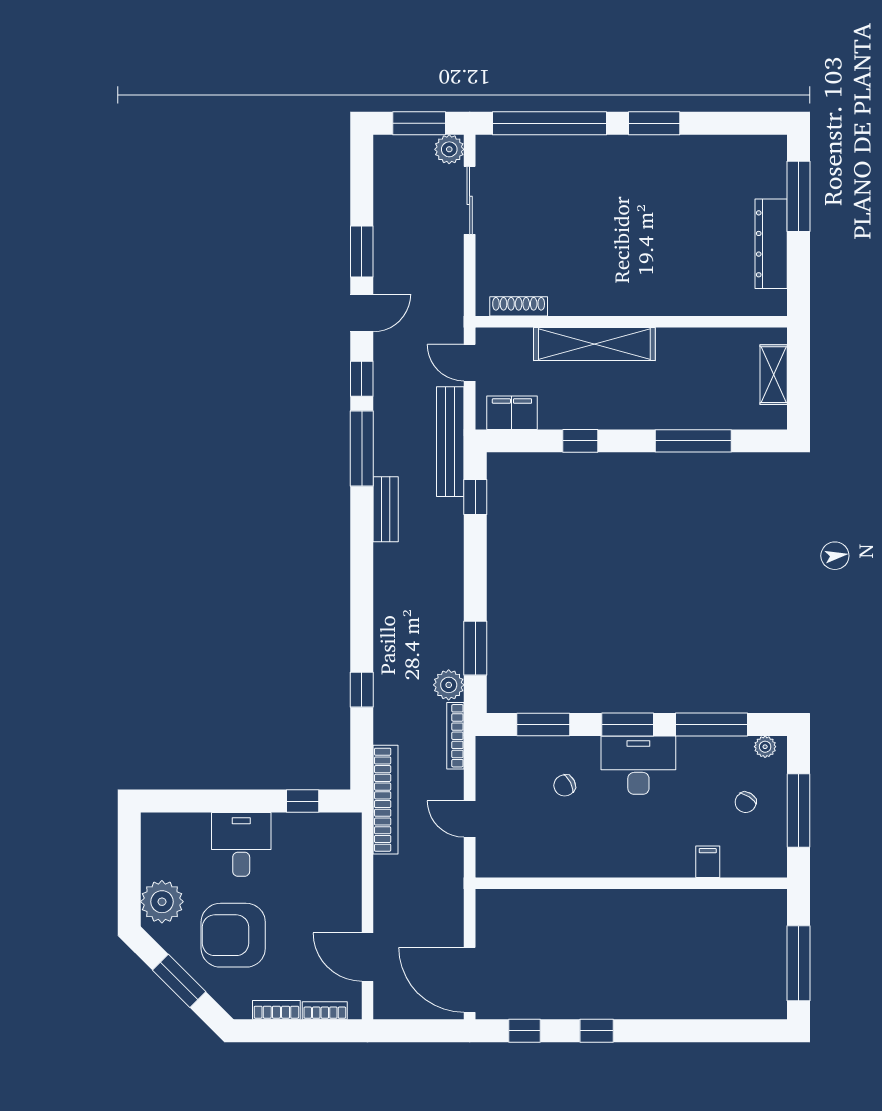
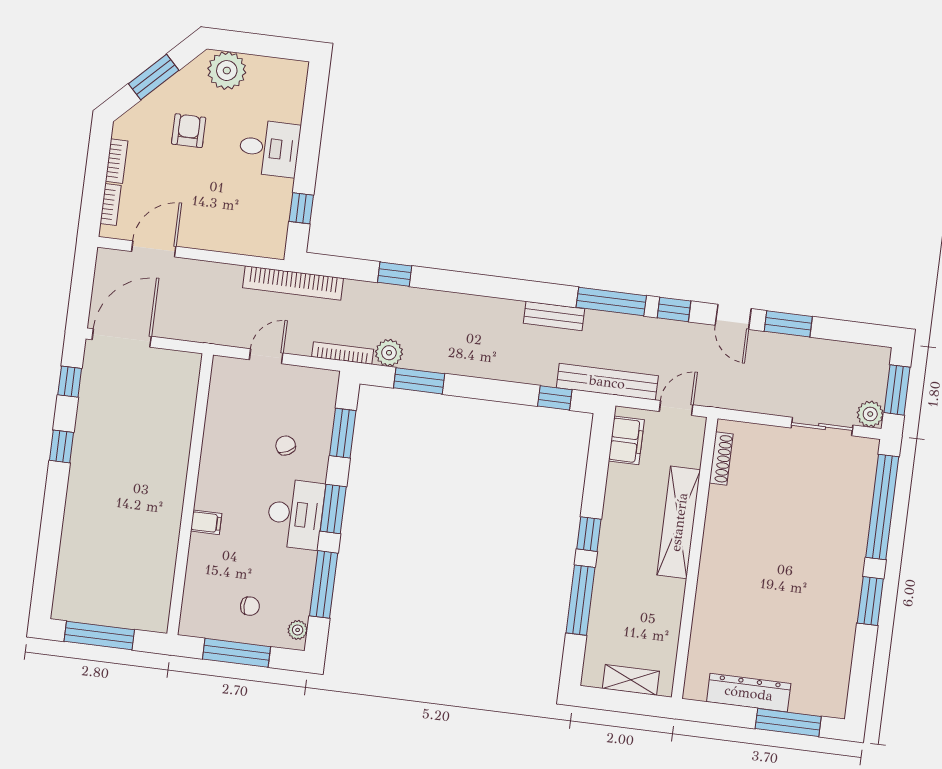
window: (580, 441) -> (589, 534), moved
chair: (746, 802) -> (250, 606), turned 147
filing cabinet: (708, 862) -> (206, 522), moved
armchair: (233, 935) -> (189, 131), width x0.53, depth x0.53

